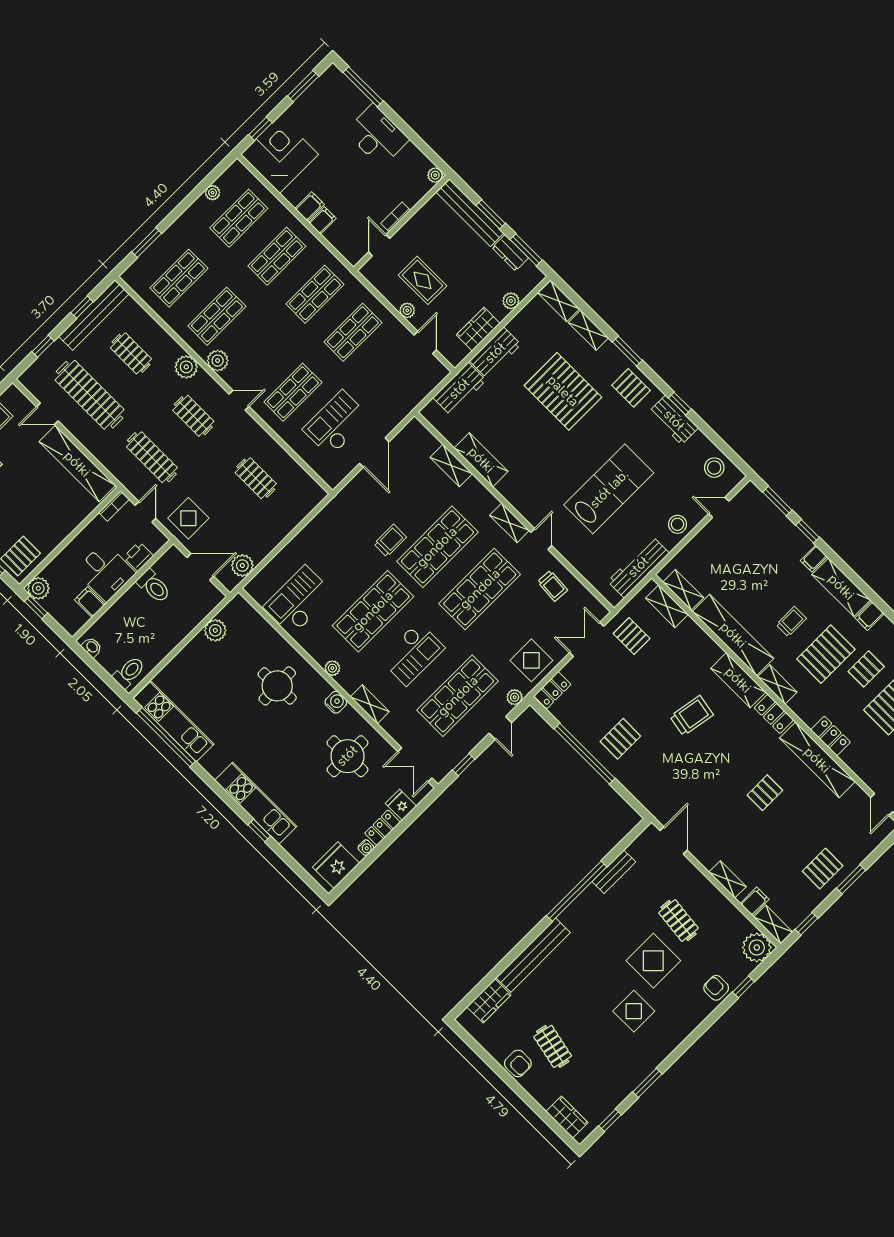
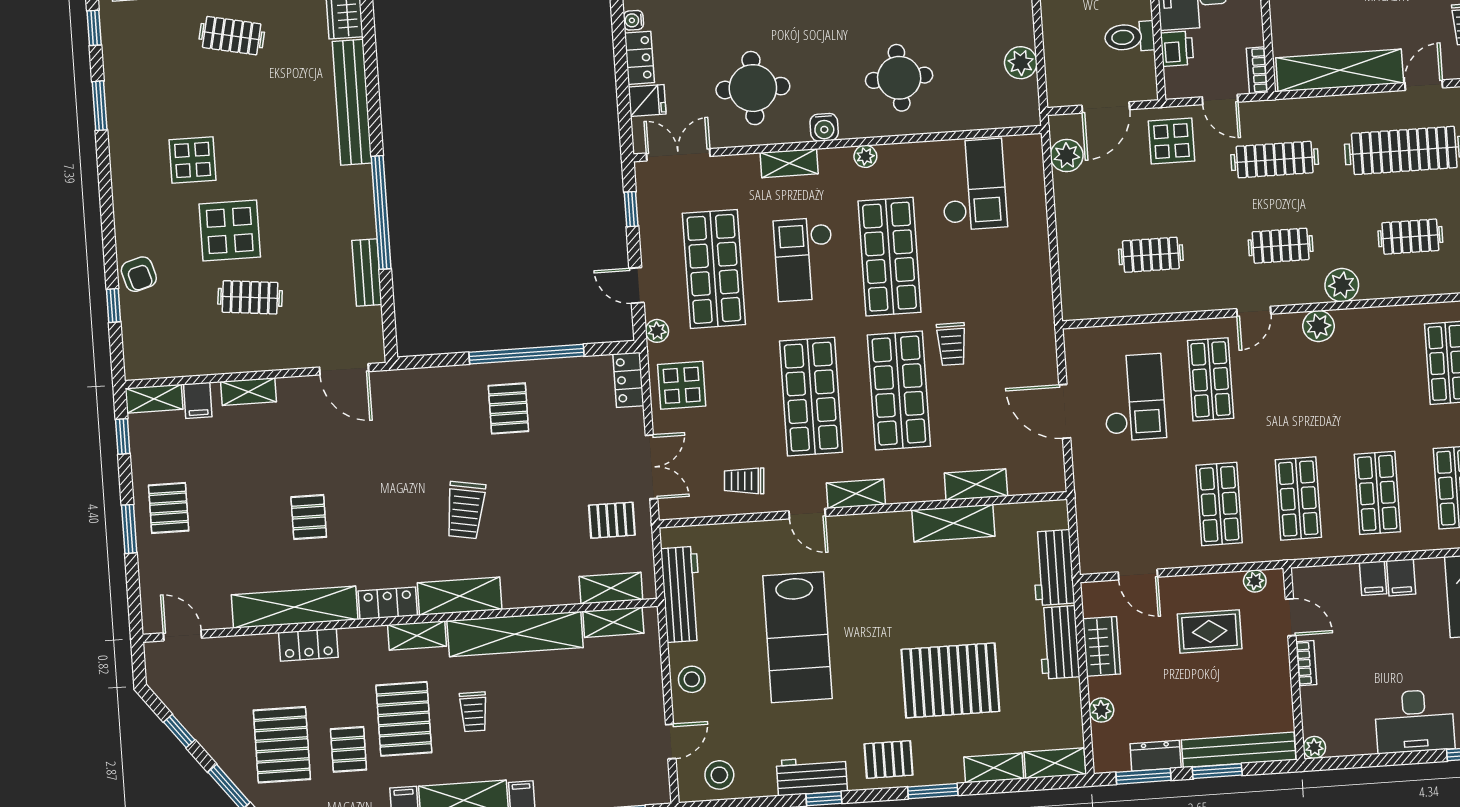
plant: (407, 310) -> (1255, 581), moved
shop shelf: (217, 316) -> (1369, 368), removed
plant: (757, 947) -> (144, 358), removed
armchair: (716, 988) -> (139, 274), turned 74

